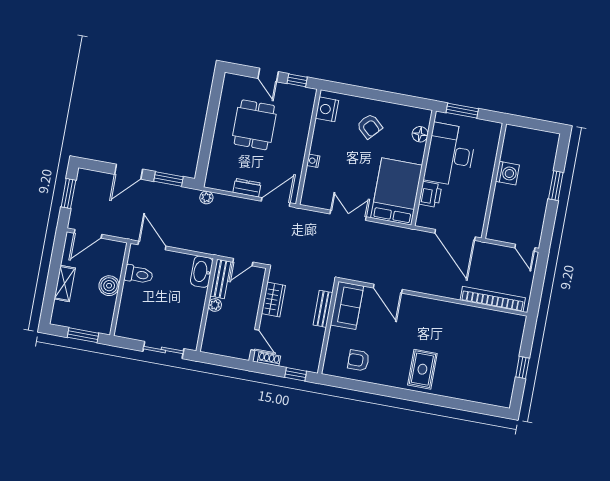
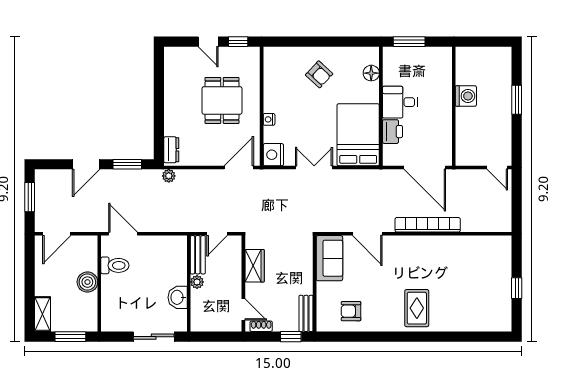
nightstand: (327, 109) -> (273, 155), moved
dining table: (254, 125) -> (222, 100), moved
desk: (450, 155) -> (400, 102), width x0.53, depth x0.77
dresser: (247, 188) -> (171, 150), moved, turned 90
washbasin: (202, 272) -> (178, 297), moved, width x0.72
shelving: (65, 283) -> (43, 314), moved
bookcase: (493, 299) -> (428, 225), moved
bench: (323, 309) -> (306, 313), moved

